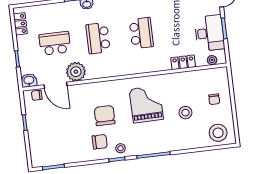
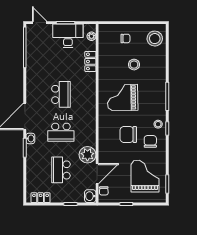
school desk: (141, 33) -> (61, 94), turned 90
grand piano: (59, 140) -> (145, 176), added

